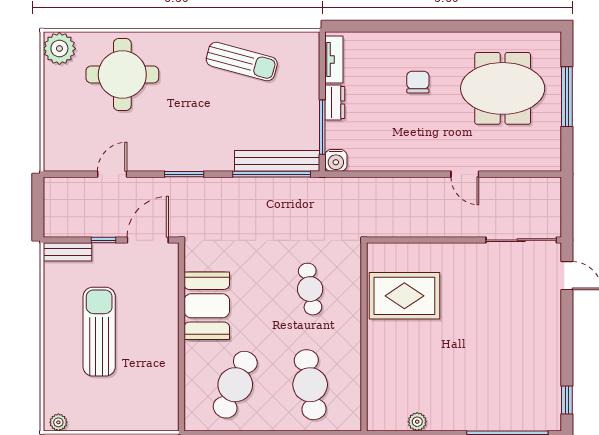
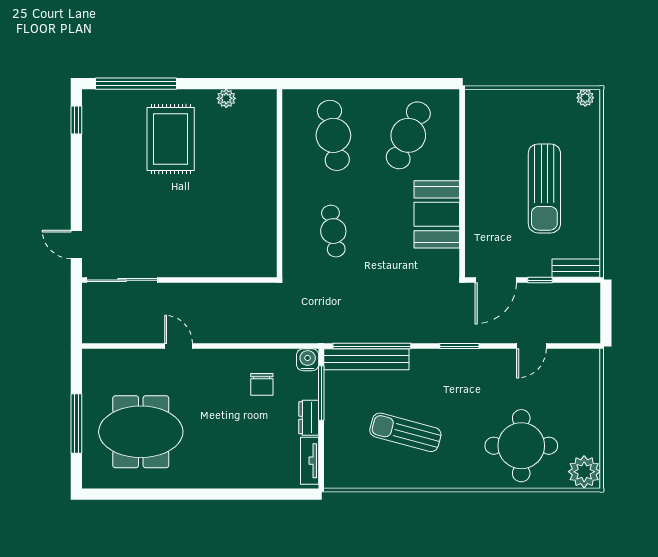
sun lounger: (242, 62) -> (405, 432), moved
chair: (418, 82) -> (262, 384), moved
rug: (404, 296) -> (171, 139), moved, turned 90

